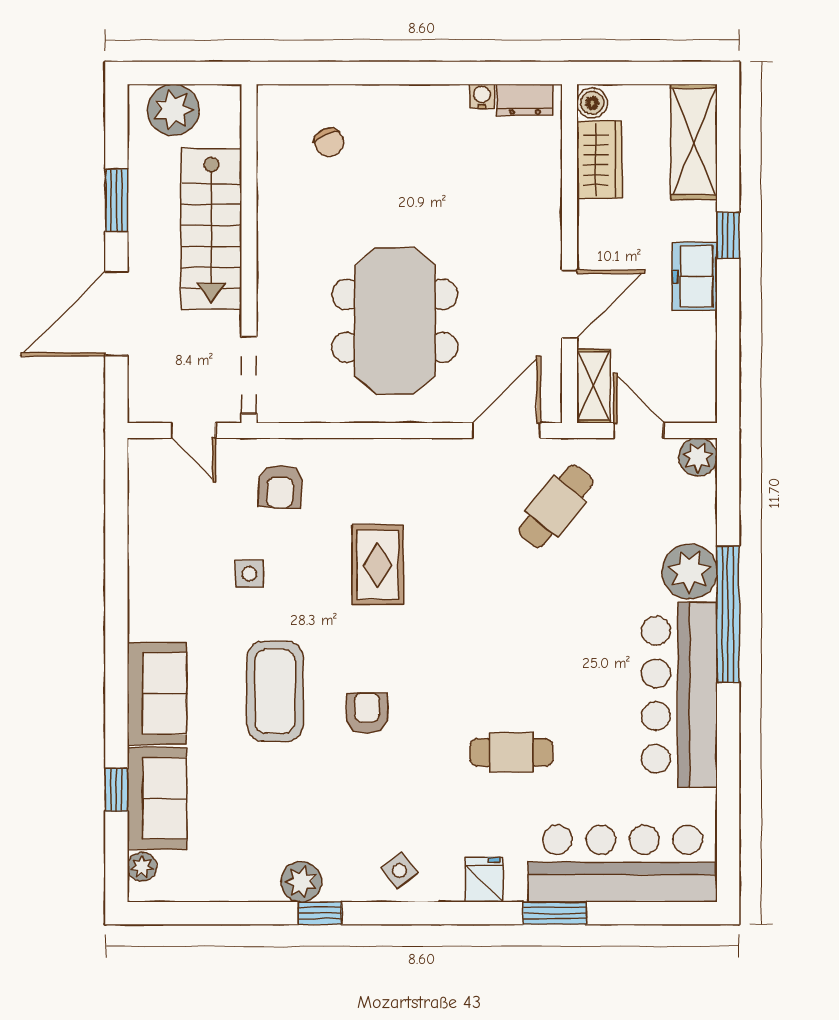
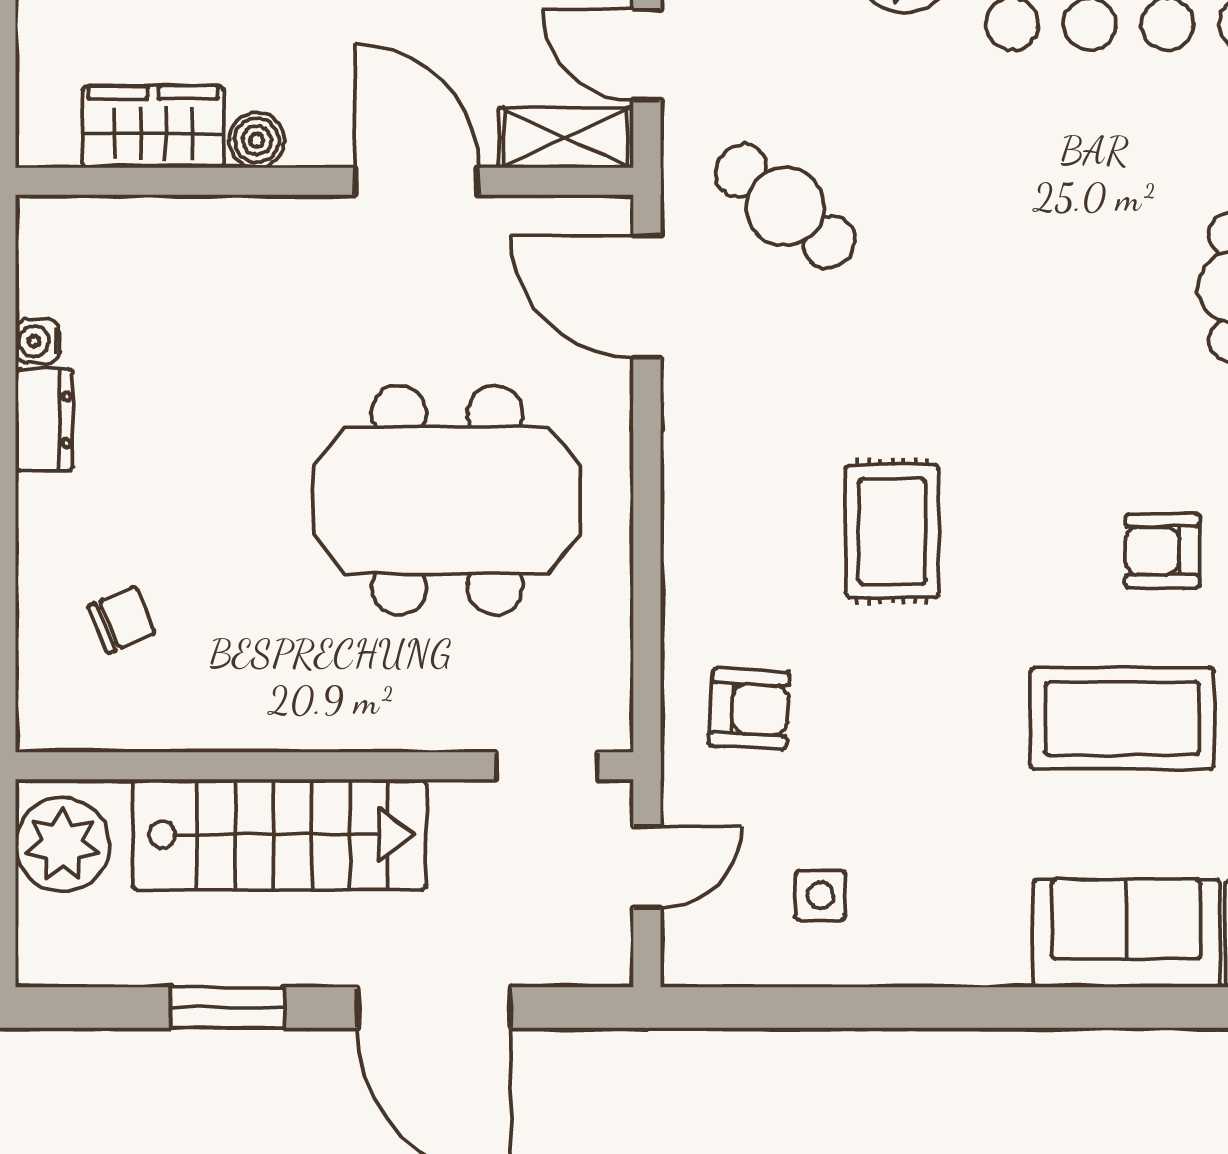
dresser: (525, 100) -> (44, 420), moved
boiler: (592, 103) -> (257, 140), moved
plant: (173, 110) -> (62, 845), moved
doorway: (249, 375) -> (546, 766), width x0.73
door: (639, 430) -> (647, 55), hinge flipped
rug: (378, 565) -> (892, 531), turned 90
side table: (249, 574) -> (820, 895), moved

